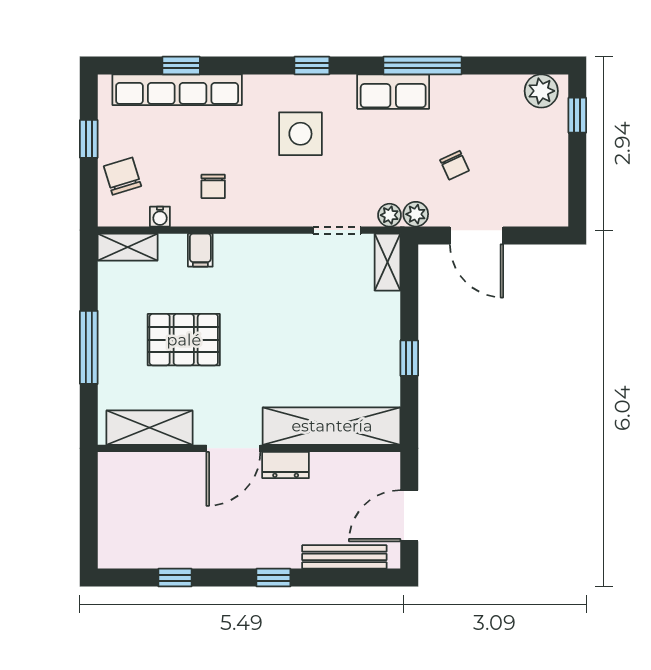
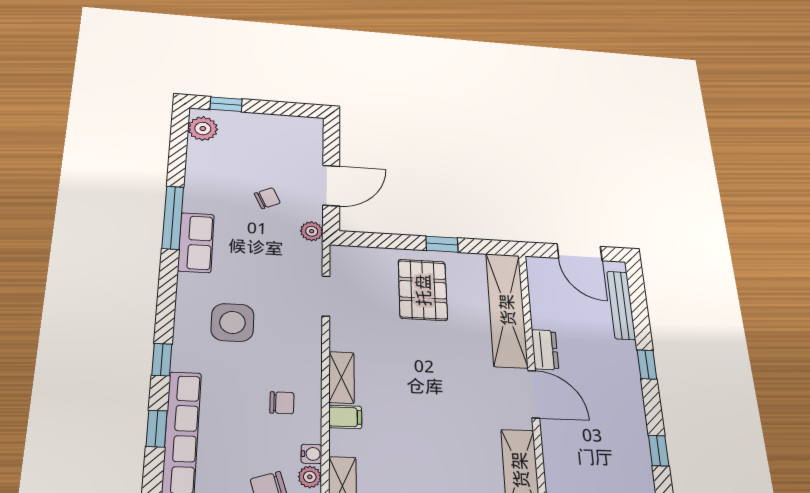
window: (312, 66) -> (162, 360), moved
plant: (390, 215) -> (310, 477), moved
shelving: (387, 262) -> (342, 377), moved, turned 90
pallet: (184, 340) -> (423, 290), moved

